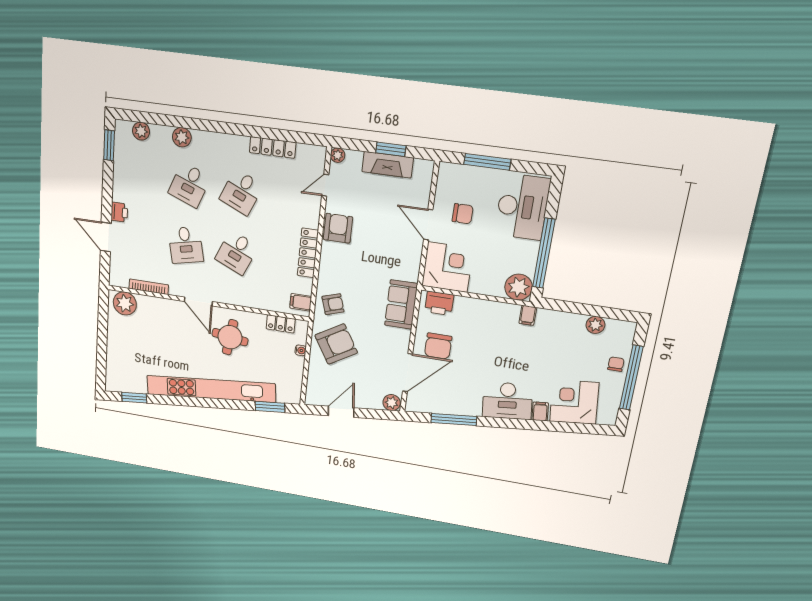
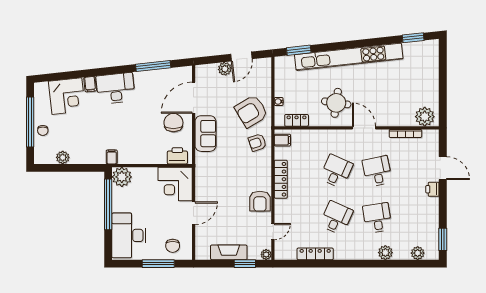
window: (391, 149) -> (245, 264), moved
desk: (189, 185) -> (377, 218), turned -30
chair: (463, 214) -> (173, 246), moved, turned -90
door: (428, 225) -> (194, 213), hinge flipped
sofa: (401, 304) -> (206, 134), moved
plant: (392, 403) -> (225, 69), moved

